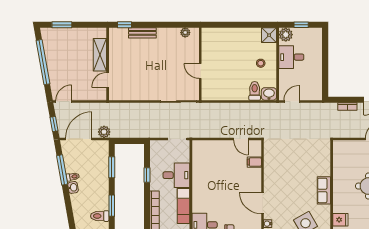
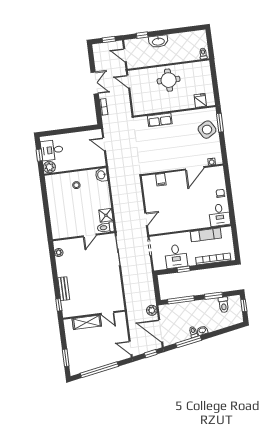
shower: (269, 35) -> (106, 215), moved
desk: (291, 57) -> (52, 150), moved, turned 90
toilet: (255, 91) -> (106, 227), moved
door: (292, 102) -> (104, 144), moved
door: (241, 139) -> (146, 219), moved
window: (112, 167) -> (181, 300), width x1.44
desk: (176, 175) -> (176, 256), moved, turned 180
row of seats: (324, 190) -> (160, 120), moved

